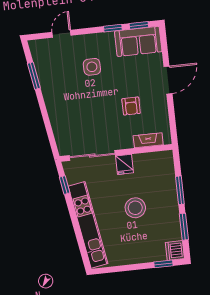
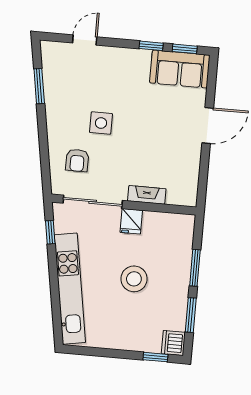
side table: (92, 67) -> (101, 123), moved
armchair: (131, 106) -> (77, 160), moved
fireplace: (148, 140) -> (147, 195), moved

